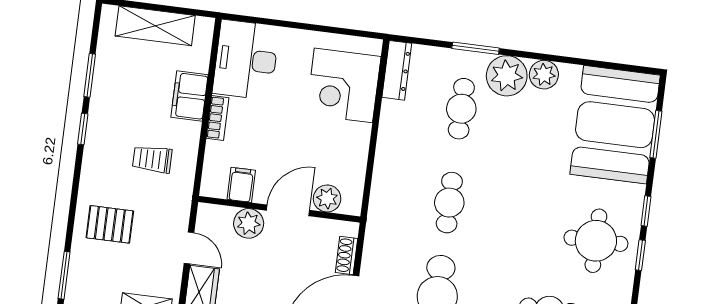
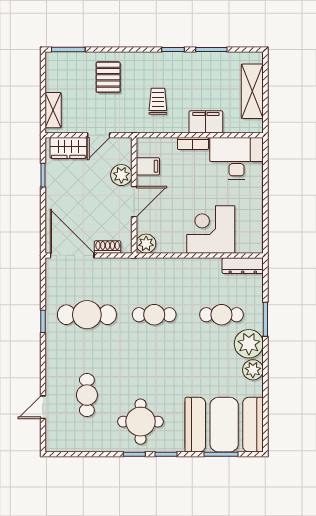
corner desk: (343, 85) -> (211, 229), moved
plant: (327, 198) -> (146, 244), moved
door: (288, 210) -> (134, 202), hinge flipped

